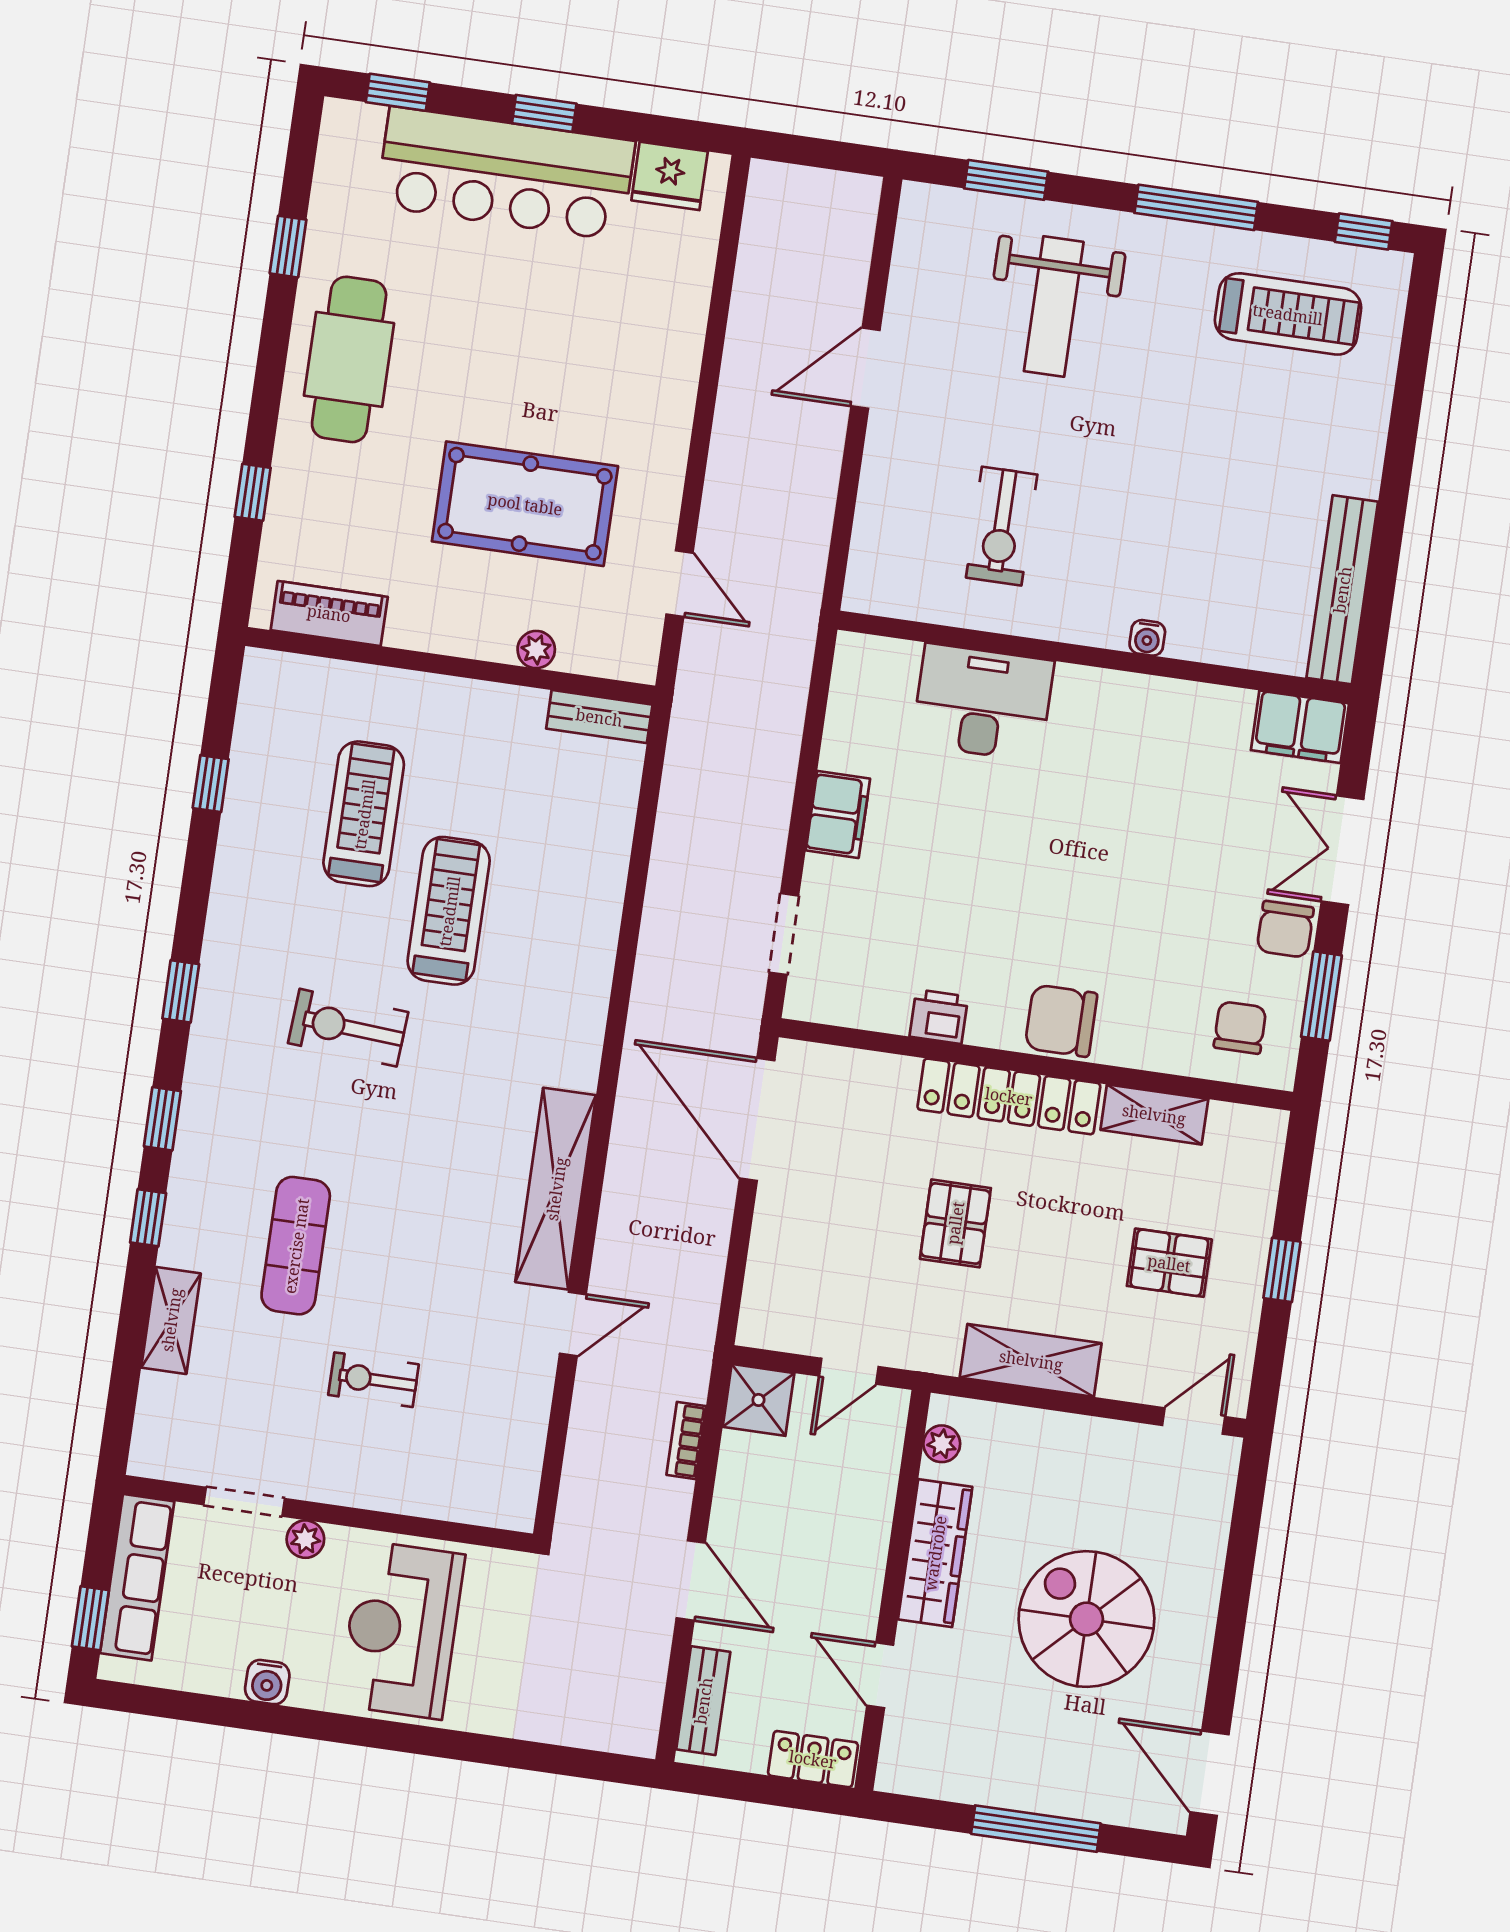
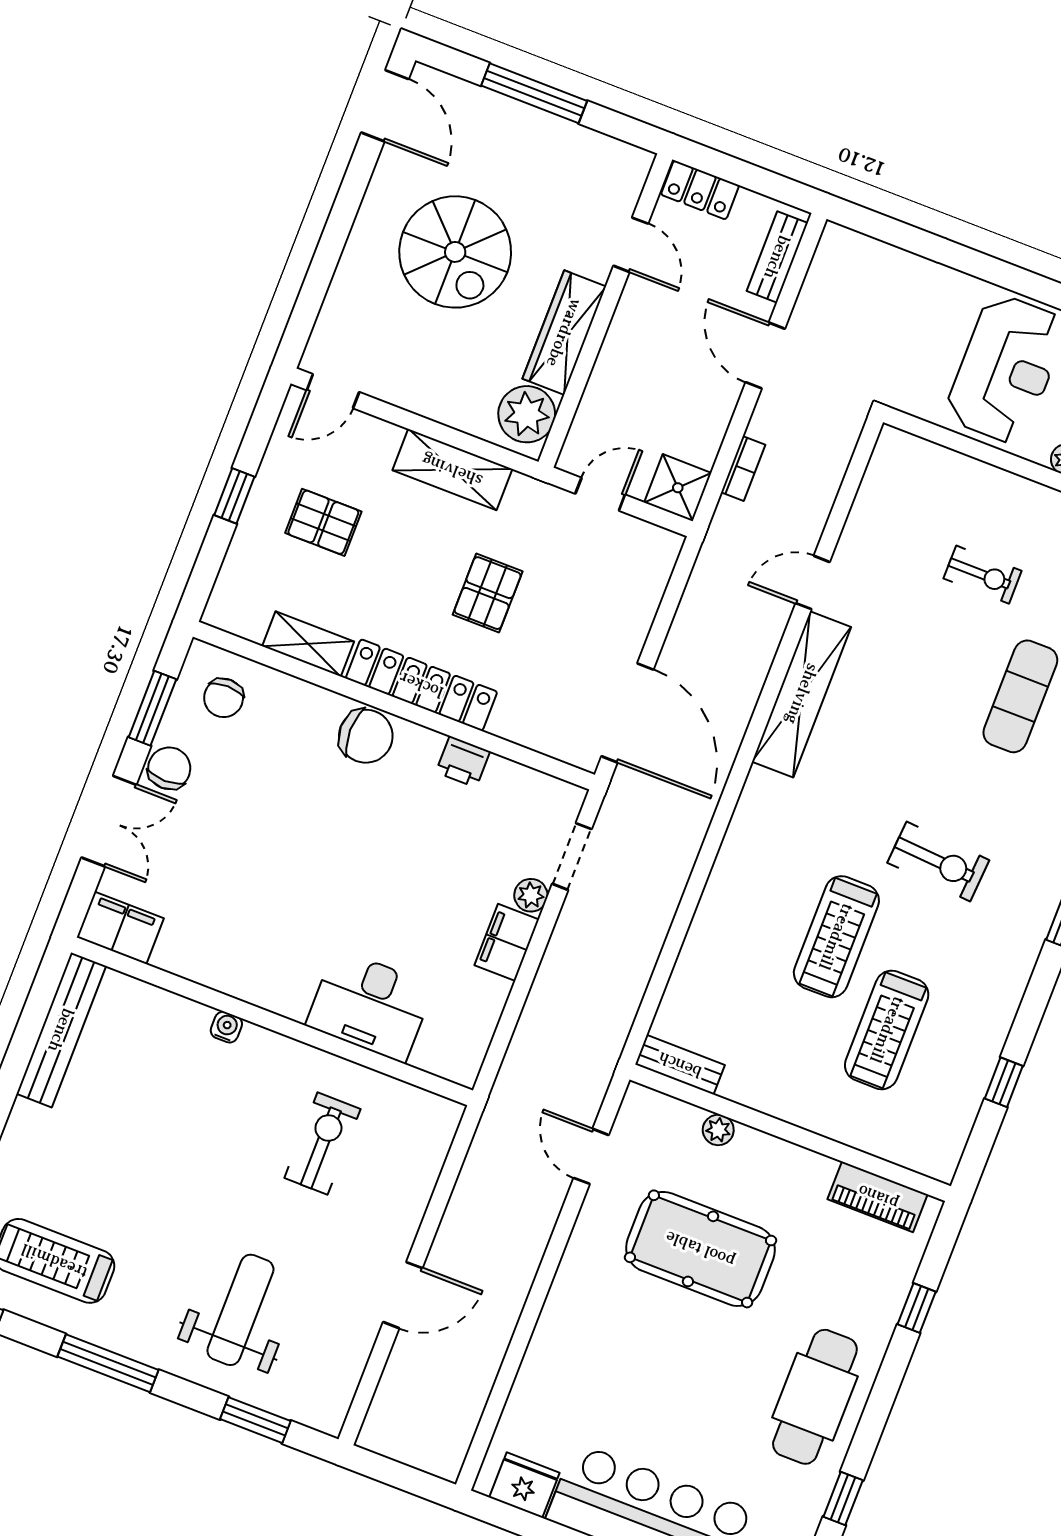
plant: (822, 877) -> (531, 895), added
plant: (942, 1444) -> (527, 414), width x1.87, depth x1.87

